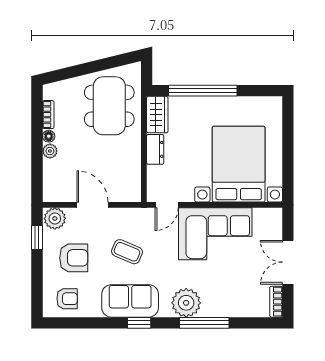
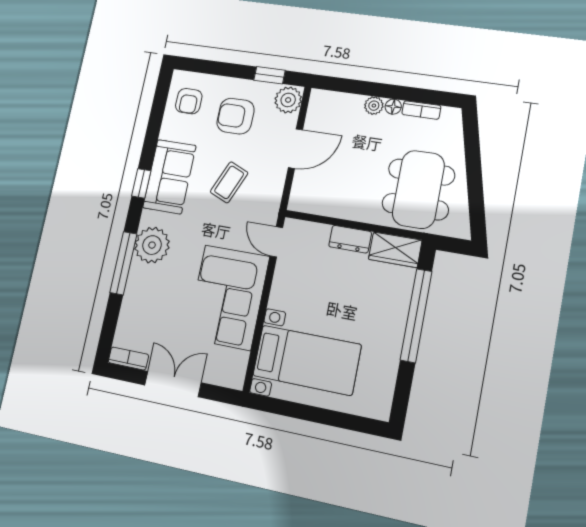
dining table: (109, 106) -> (418, 189), turned 90
bed with nightstands: (239, 164) -> (307, 360), width x0.73
armchair: (74, 258) -> (236, 116), turned 90

